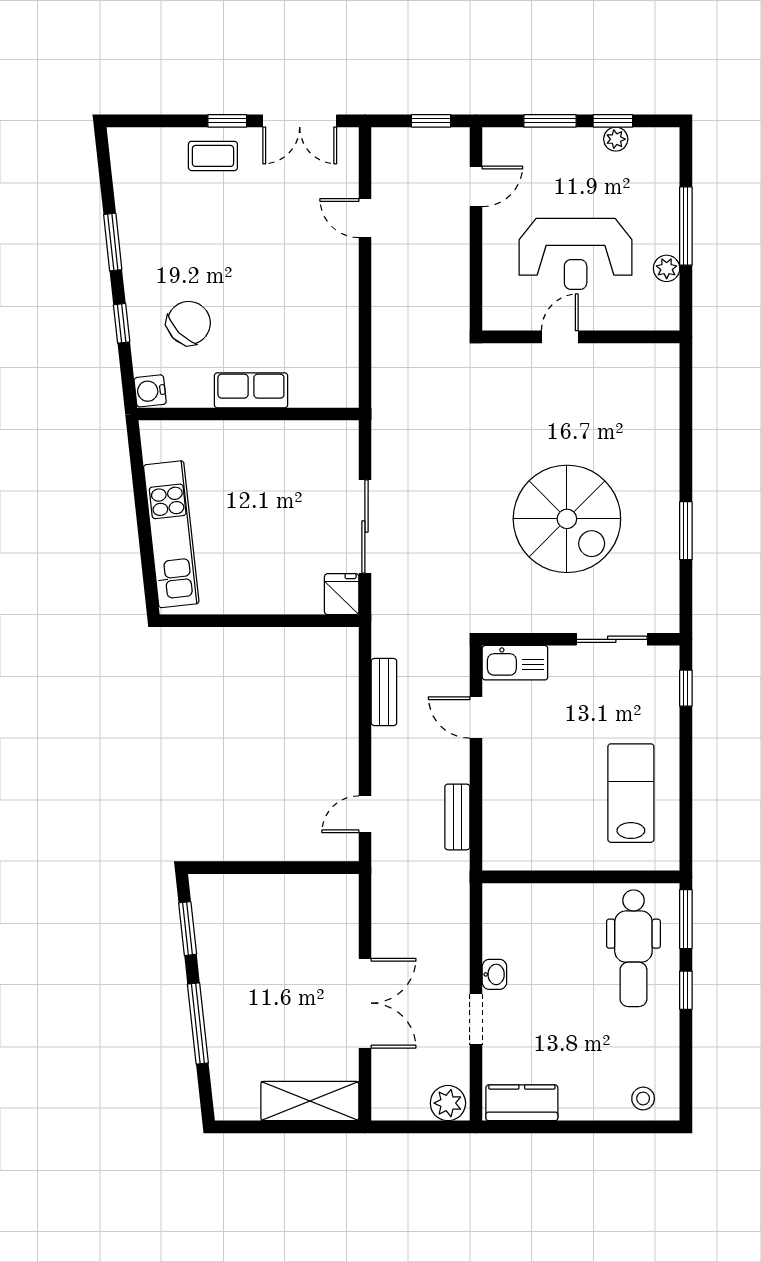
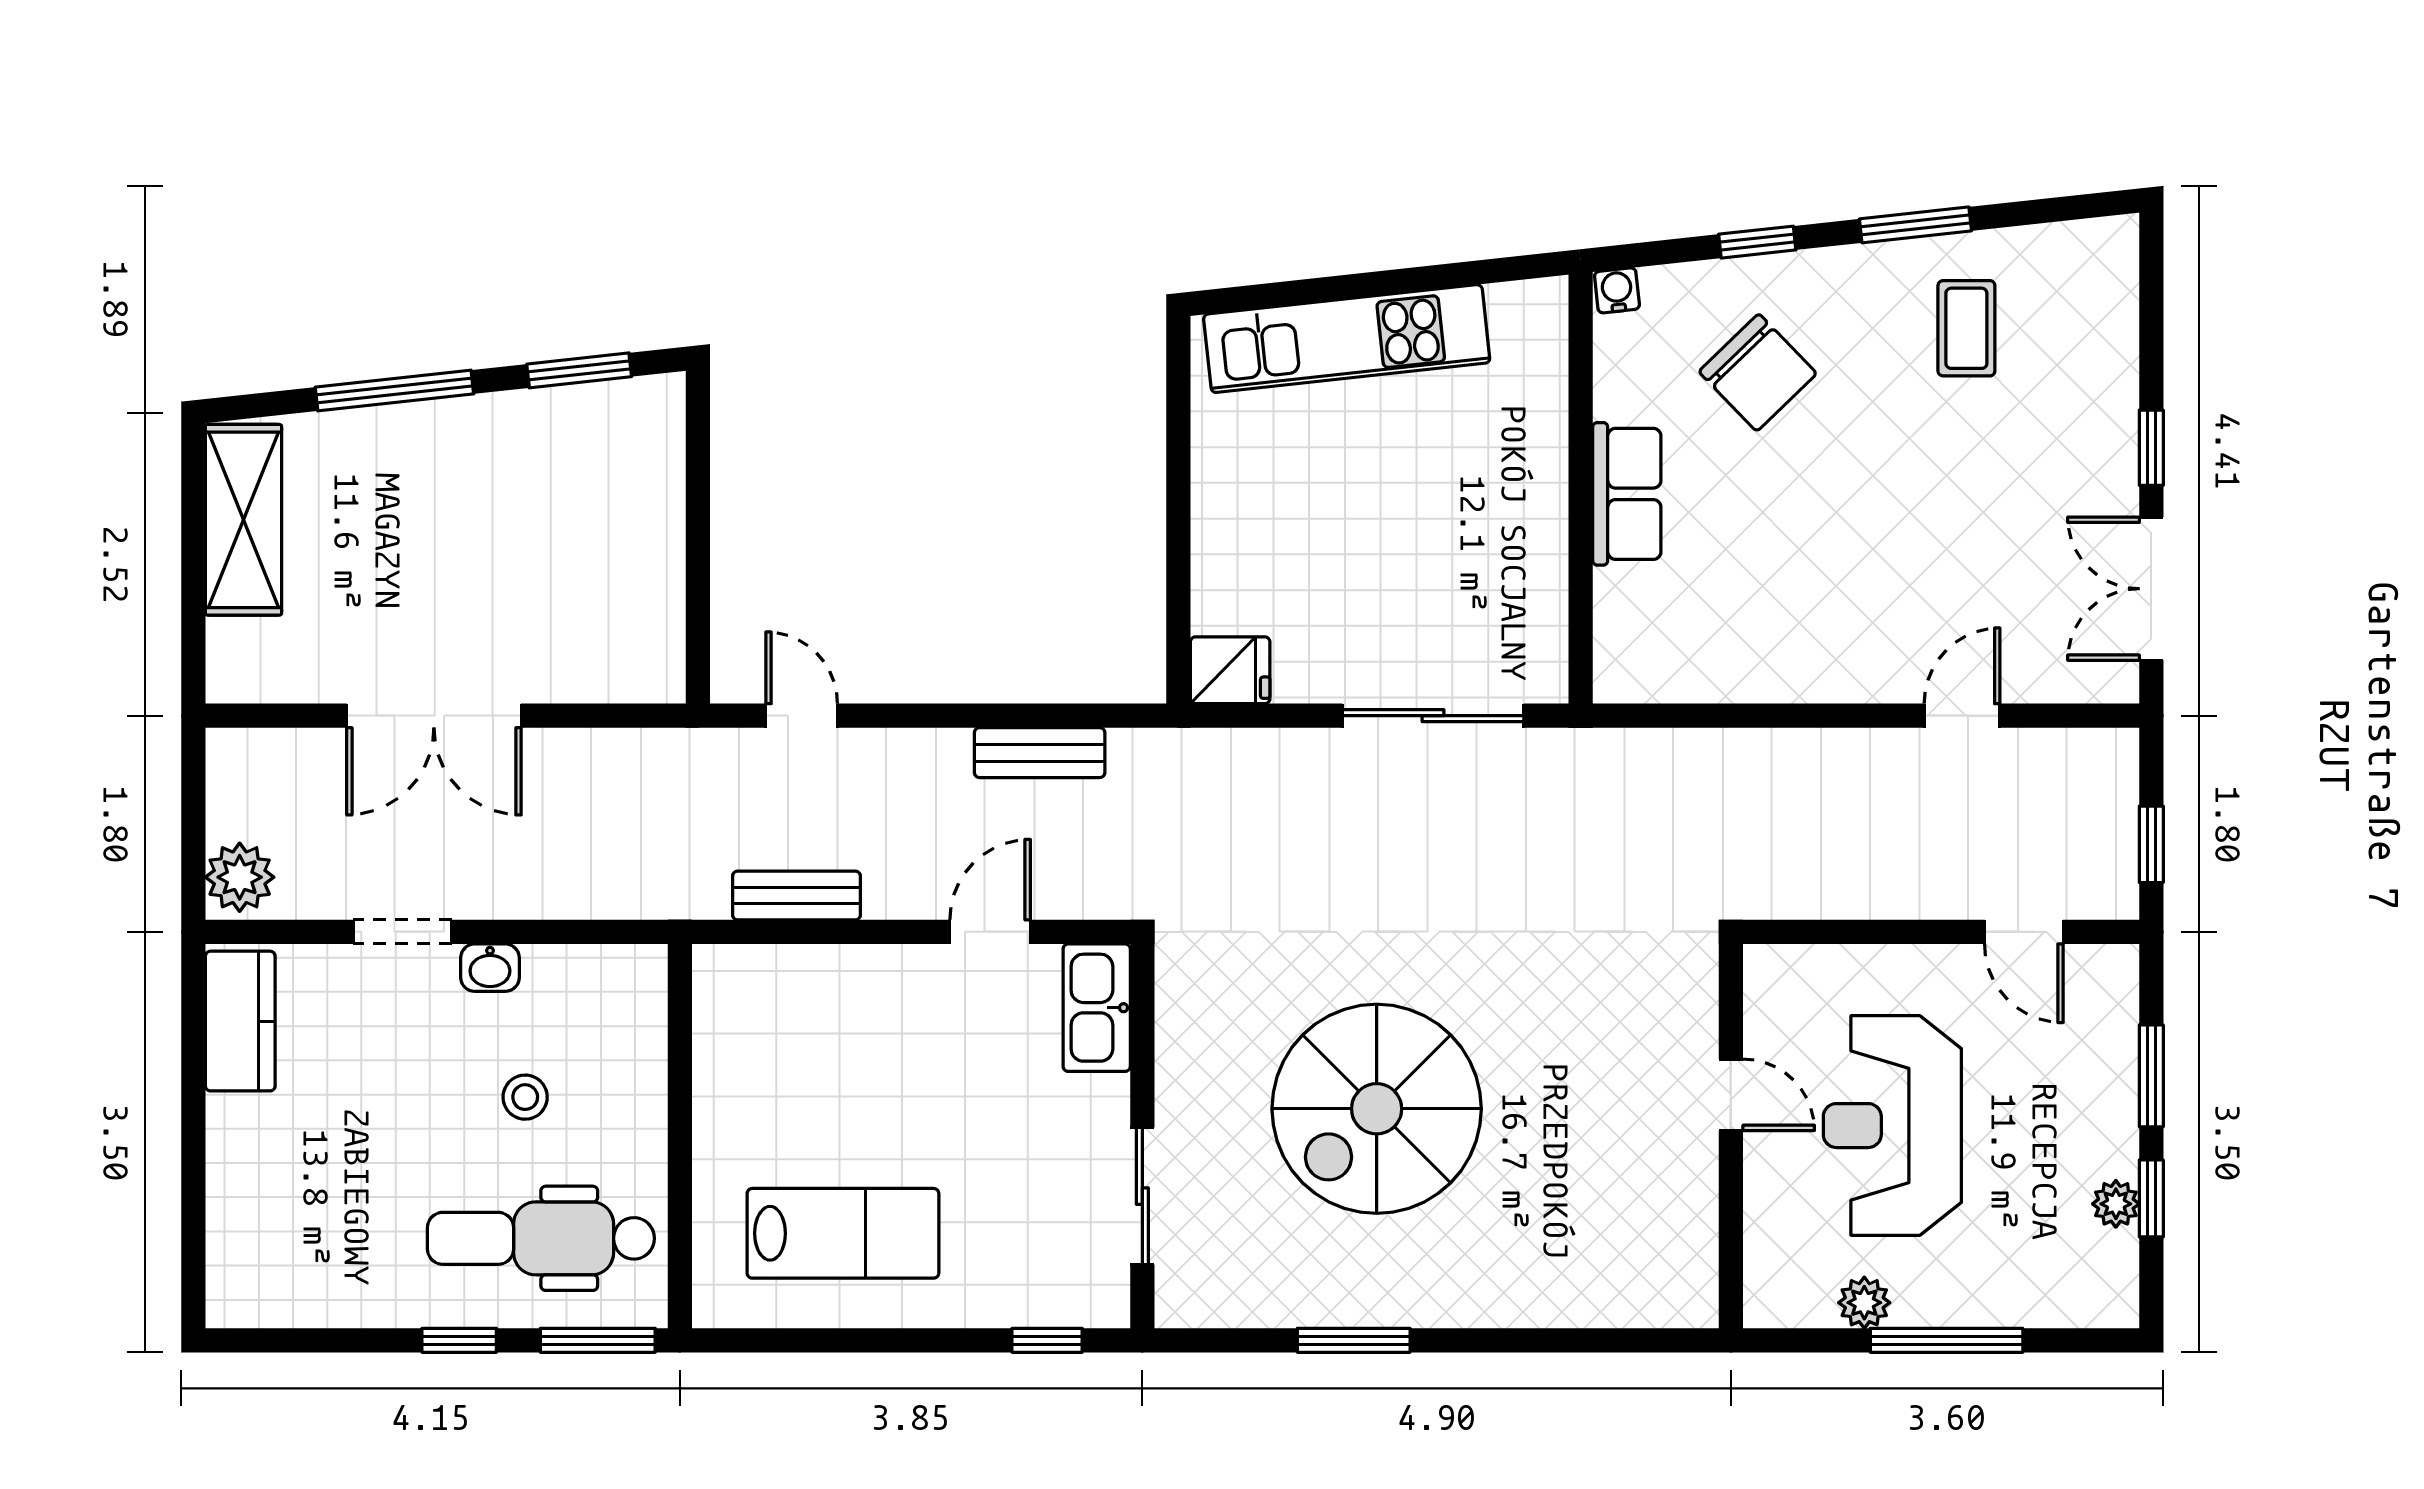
coffee table: (213, 156) -> (1966, 328), moved
water cooler: (150, 391) -> (1617, 290), width x0.72, depth x0.72
sliding door: (365, 526) -> (1433, 716), moved
stool: (643, 1098) -> (525, 1097), moved
shelving: (310, 1101) -> (243, 520), moved

